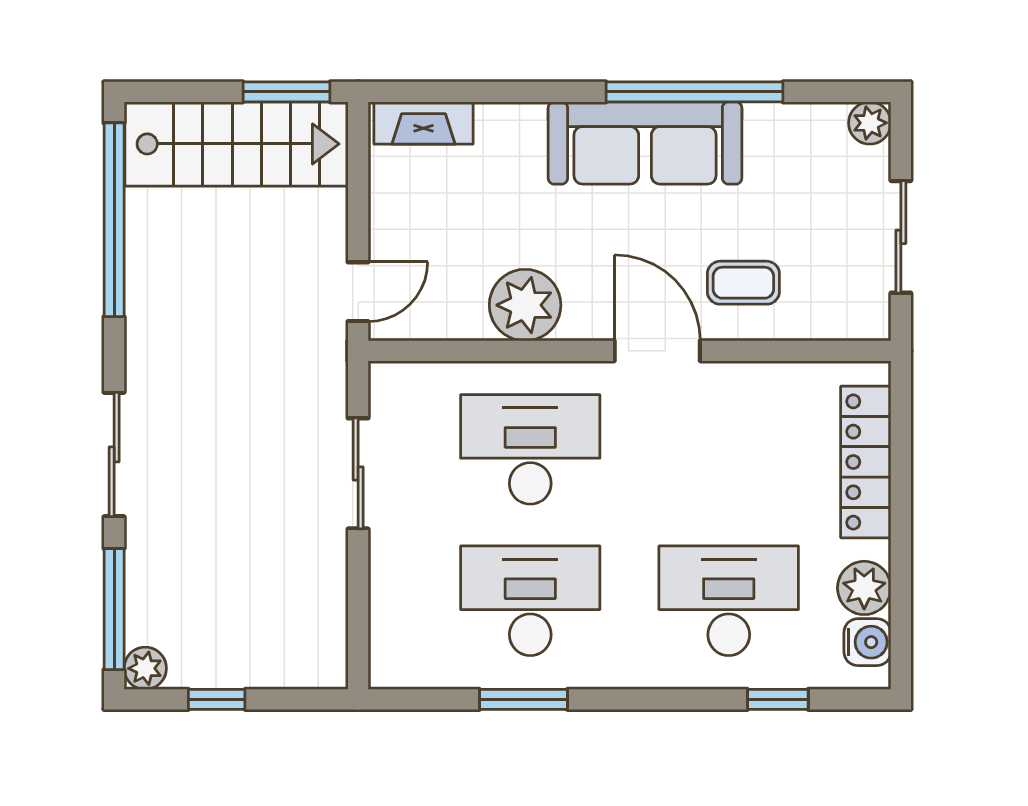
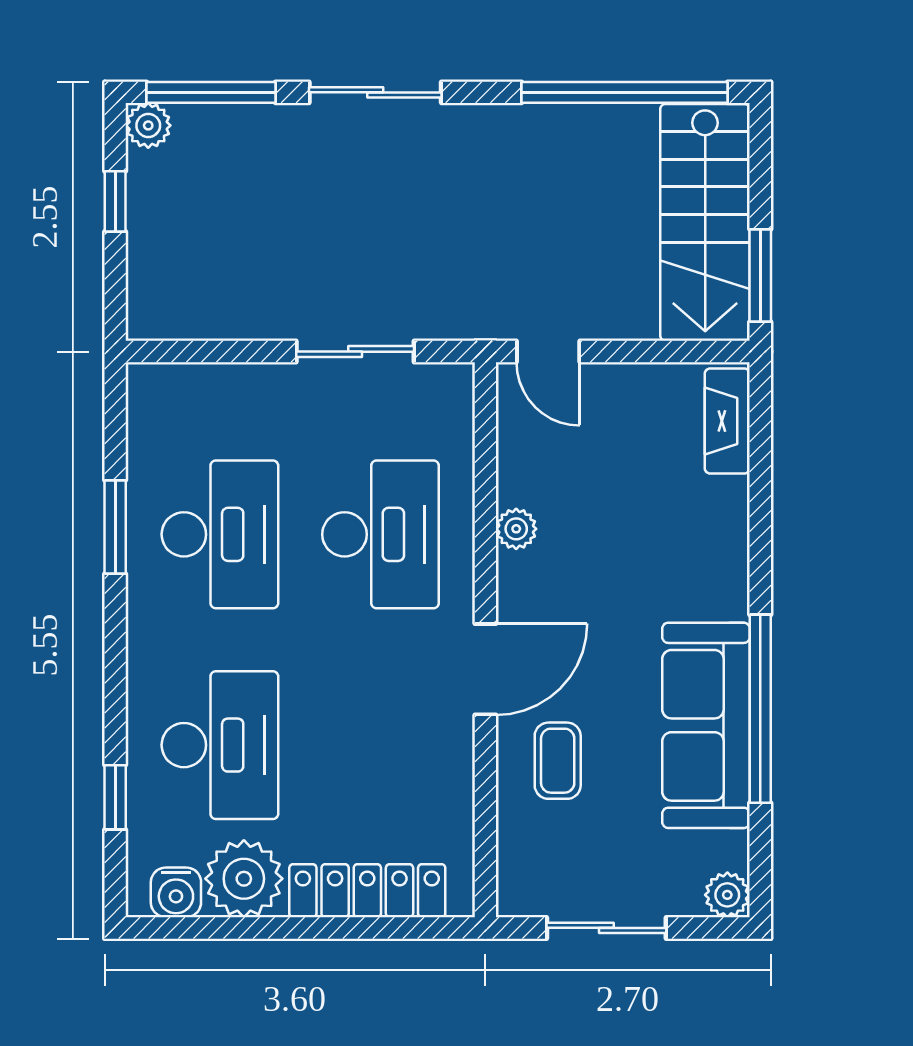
sofa: (645, 143) -> (706, 725), moved
plant: (525, 305) -> (516, 529), width x0.53, depth x0.53
plant: (864, 588) -> (244, 879), width x1.36, depth x1.36

